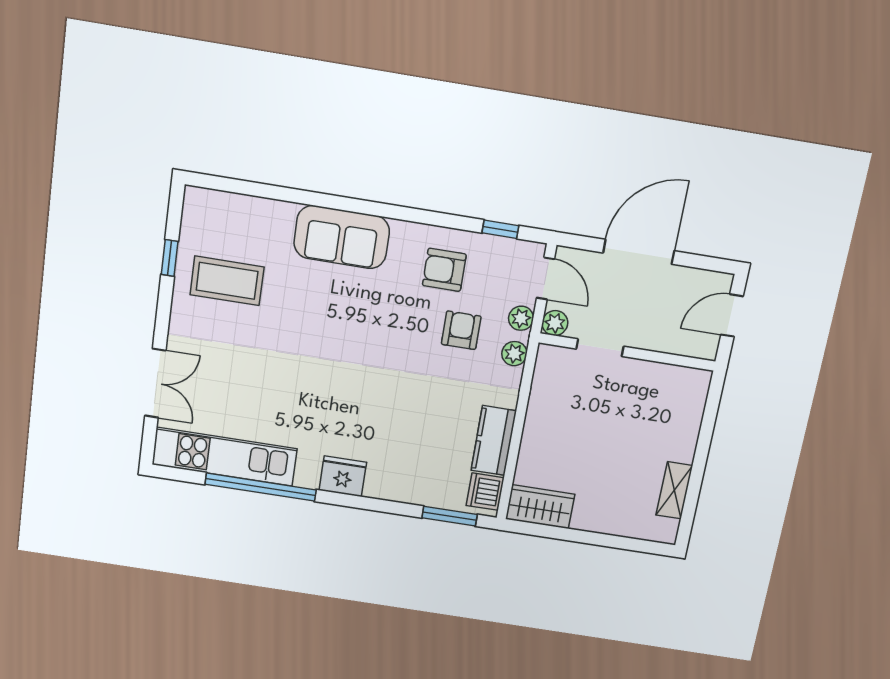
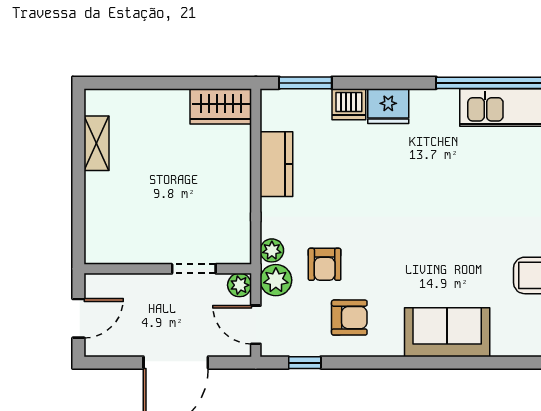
plant: (521, 318) -> (276, 280), width x1.38, depth x1.38
fridge: (343, 476) -> (388, 106), moved
dishwasher: (485, 492) -> (349, 104), moved, turned 90

